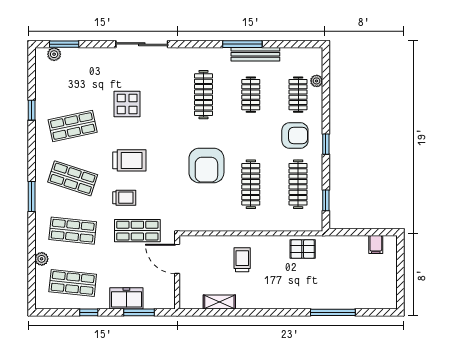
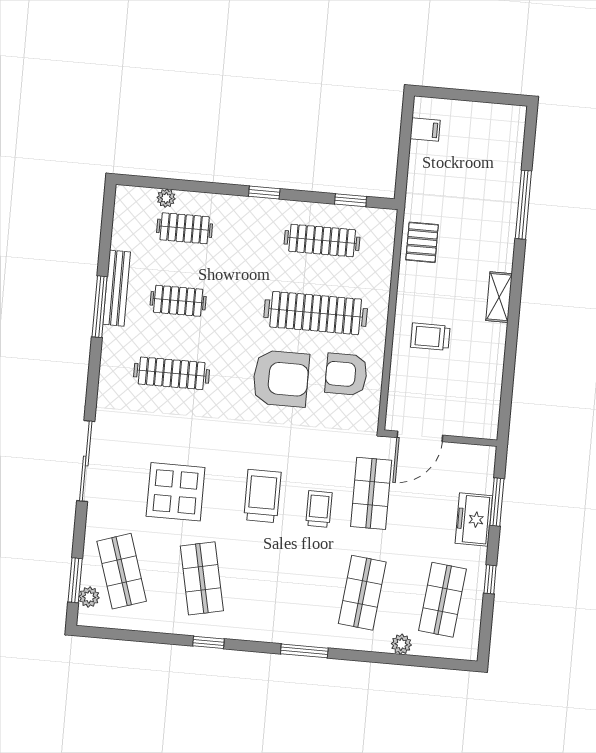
display table: (127, 104) -> (176, 492), width x1.36, depth x1.36
window: (32, 110) -> (208, 642), moved
armchair: (295, 135) -> (346, 374), moved, turned -90
shop shelf: (73, 178) -> (122, 571), moved, turned -36
clothes rail: (251, 184) -> (316, 313), width x1.37, depth x1.31
shelving: (219, 302) -> (499, 297), moved

